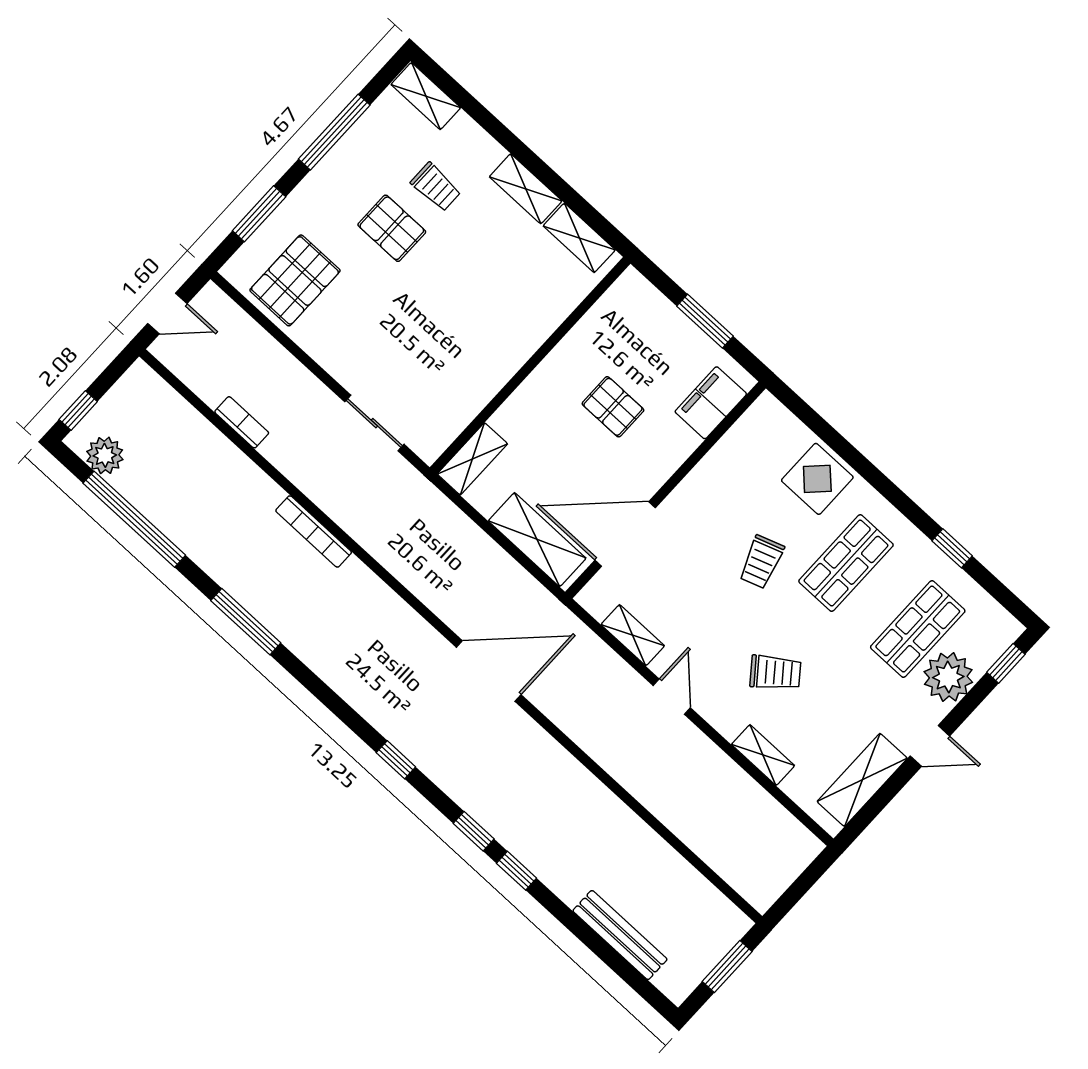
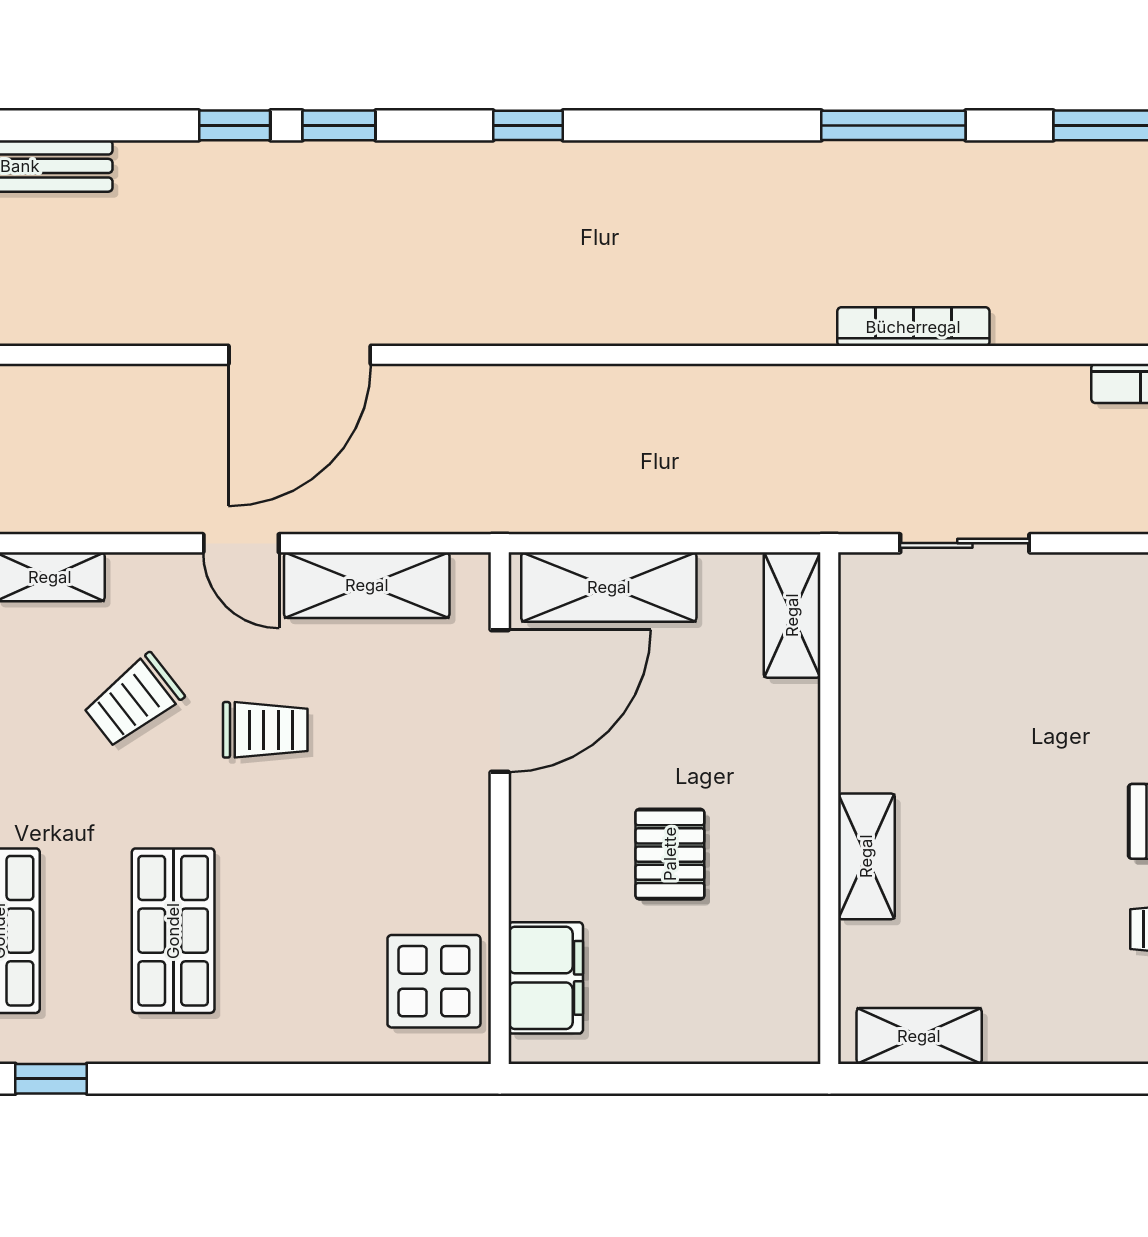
shelving: (526, 189) -> (866, 856), moved, turned 90
window: (705, 321) -> (652, 1079), removed
pallet: (613, 407) -> (670, 854), turned 90
display table: (817, 479) -> (434, 981), moved
trolley: (761, 562) -> (265, 730), moved, turned 109
shelving: (633, 635) -> (367, 585), width x1.50, depth x1.33
door: (489, 671) -> (300, 355), moved

